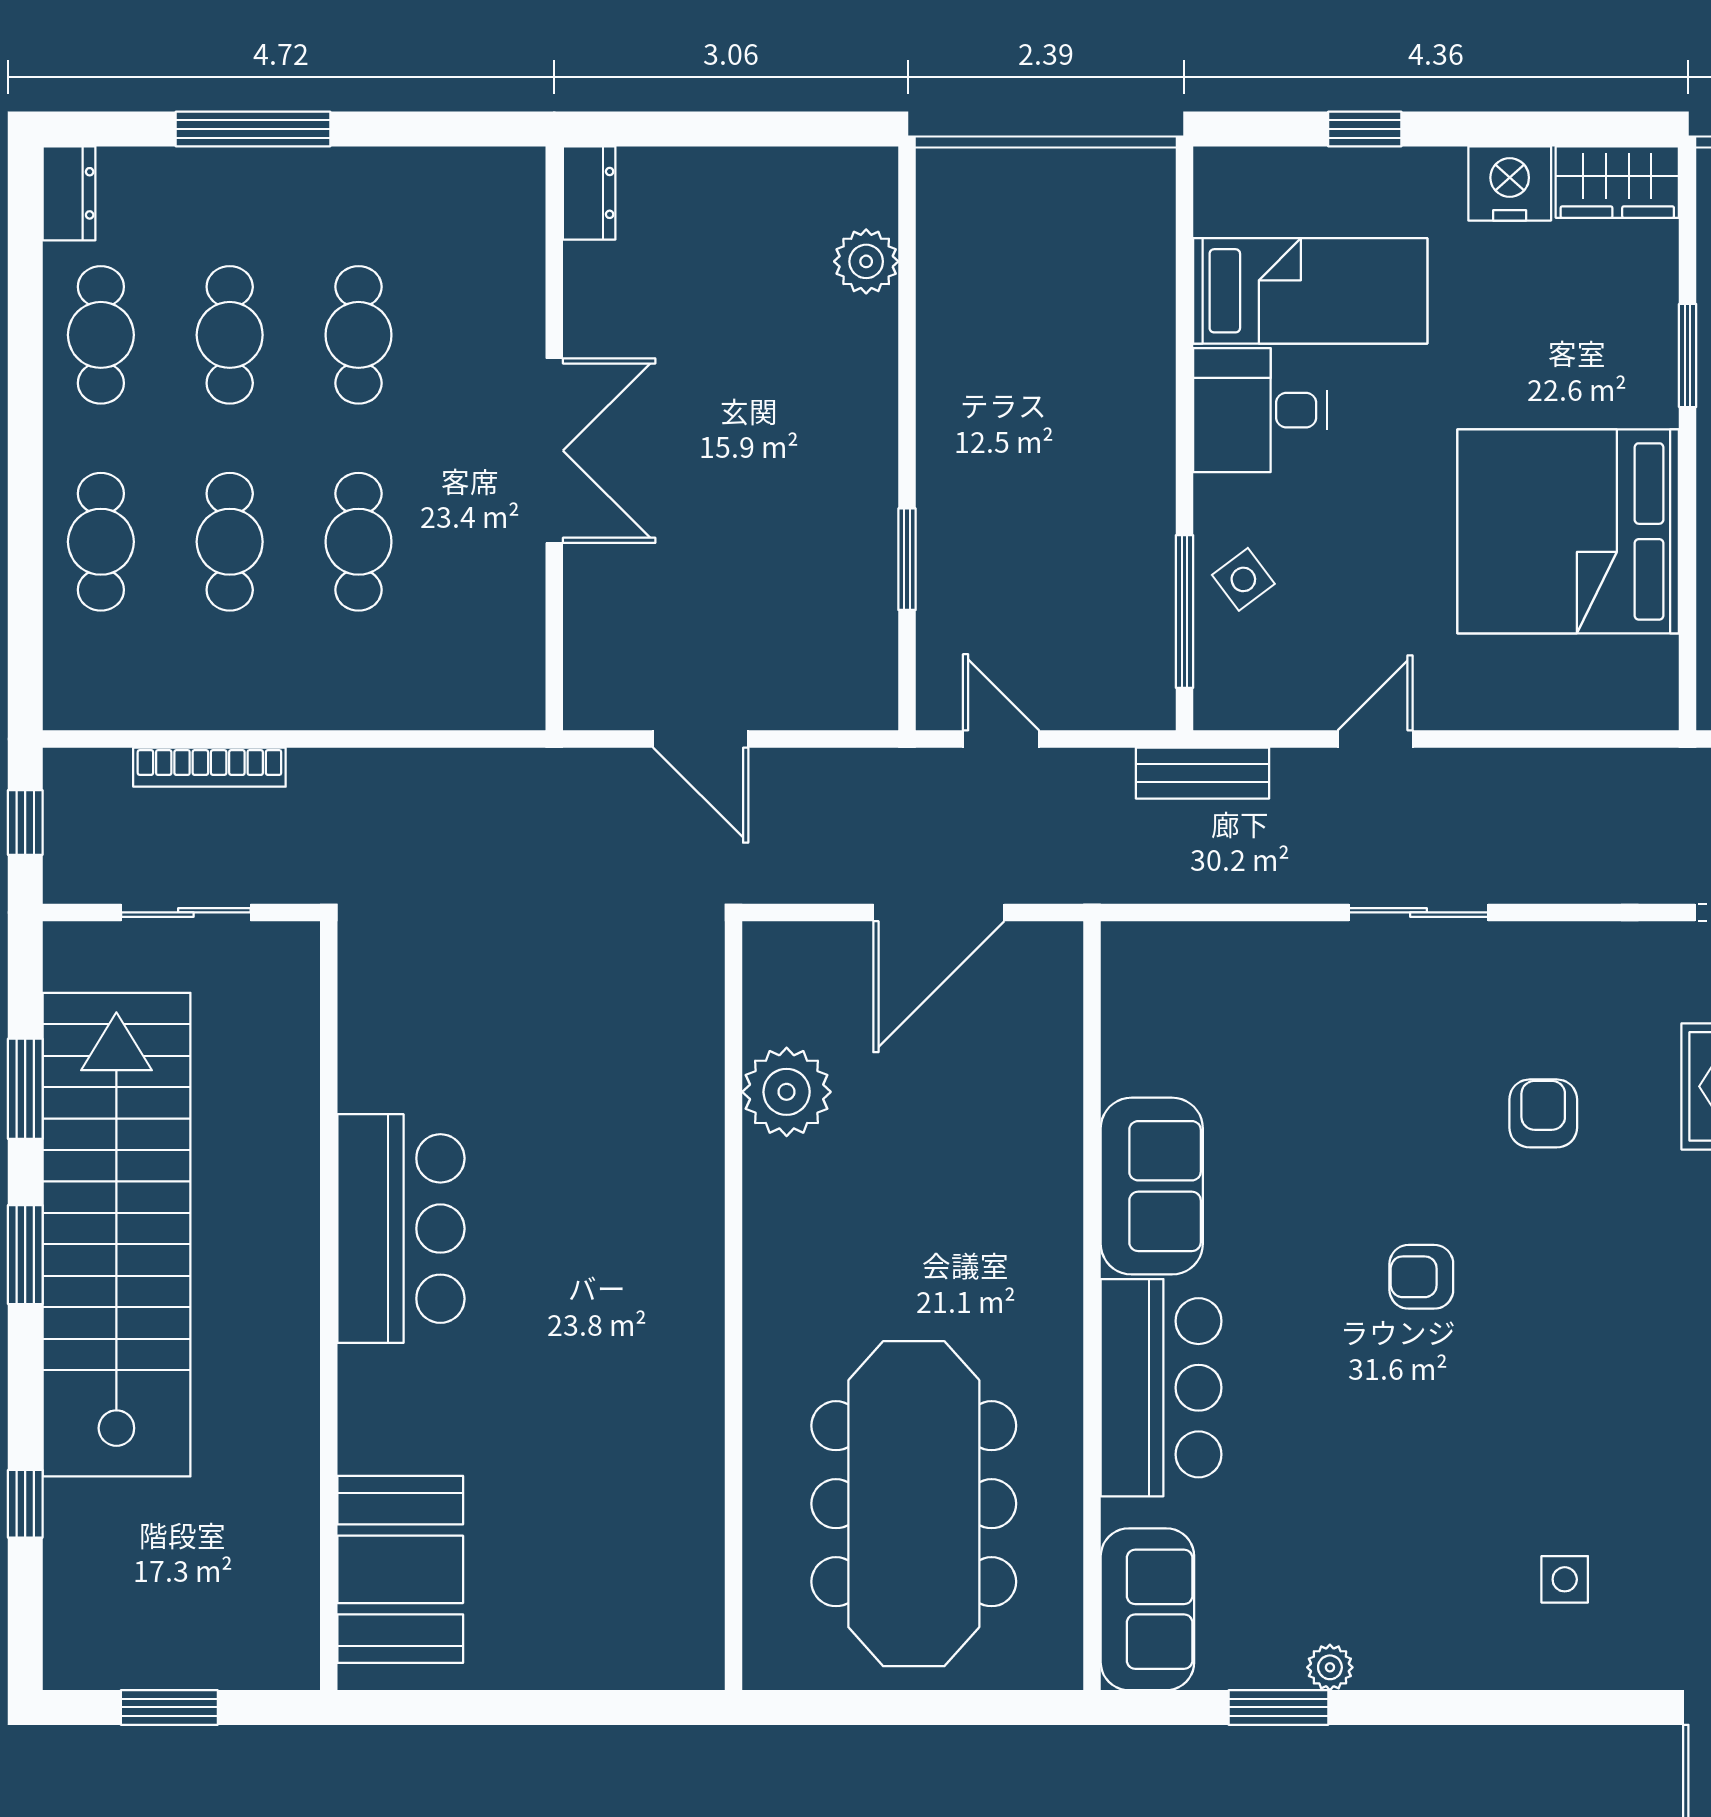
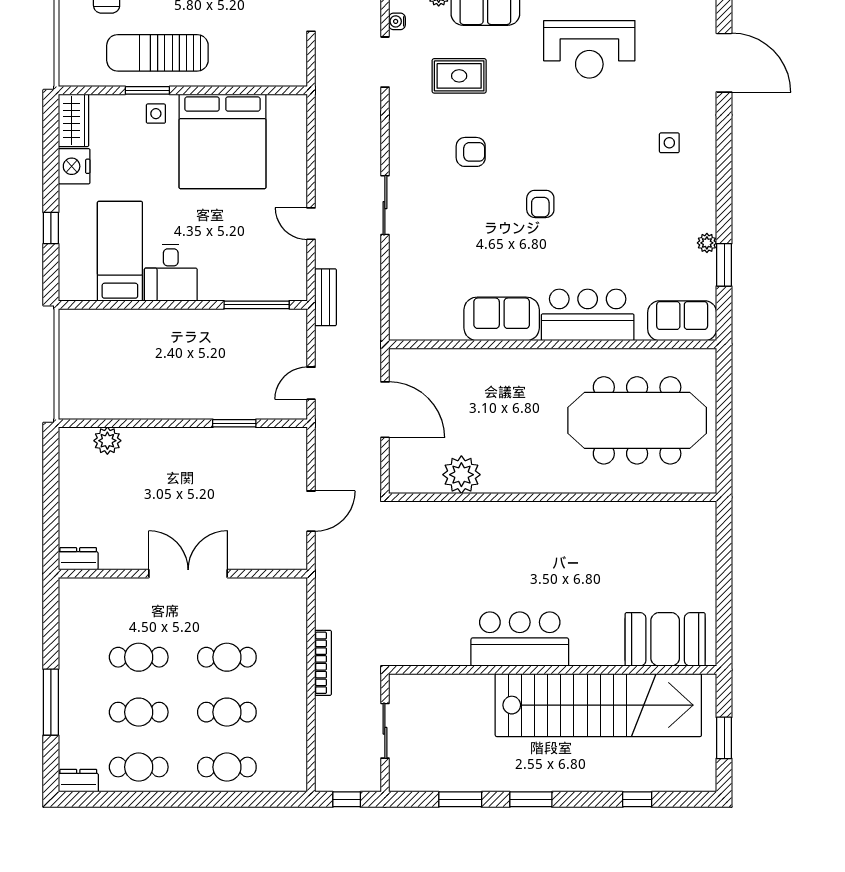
side table: (1243, 579) -> (156, 114), moved, turned 37
bookcase: (209, 767) -> (323, 663), moved
armchair: (1543, 1113) -> (471, 152), turned 180
stairs: (116, 1235) -> (598, 705), moved, turned 180

